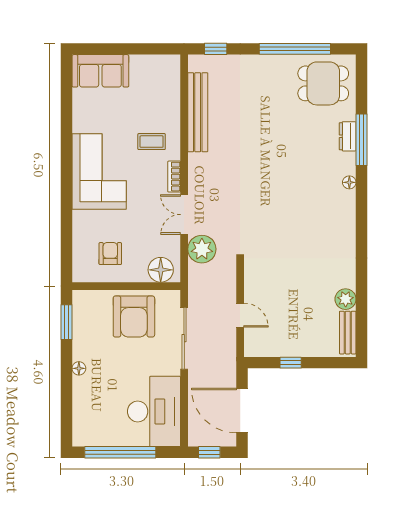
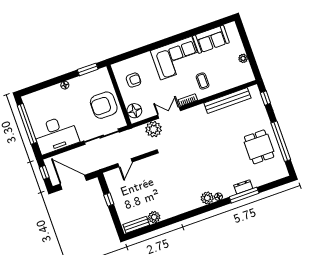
plant: (138, 62) -> (243, 58), added
sofa: (100, 71) -> (211, 39), moved, turned -90
dining table: (323, 83) -> (259, 147), moved
plant: (345, 201) -> (207, 198), added
door: (242, 411) -> (73, 182), hinge flipped

